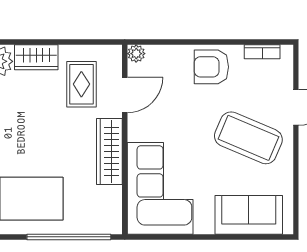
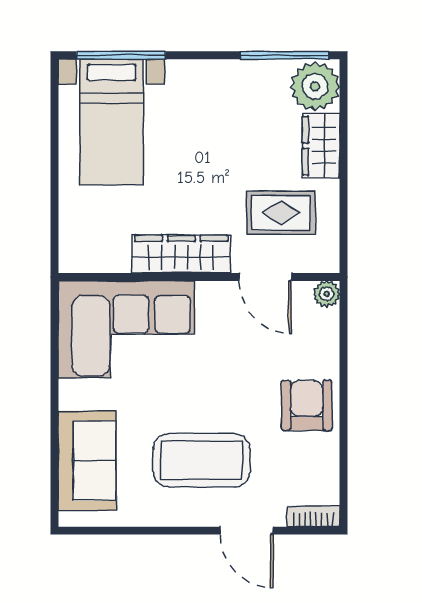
bookcase: (262, 52) -> (313, 516), moved, turned 90
coffee table: (248, 138) -> (202, 460), turned 67
window: (69, 237) -> (54, 194), removed

